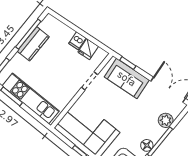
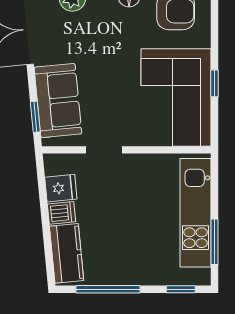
kitchen counter: (33, 44) -> (67, 253), moved, turned 84

